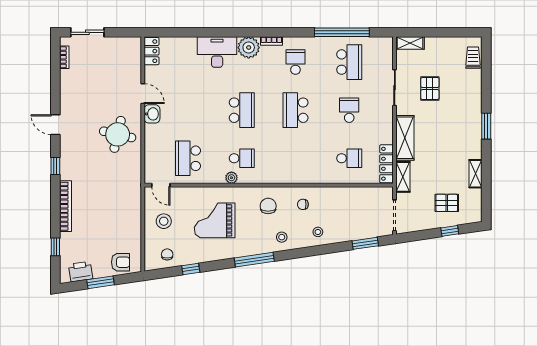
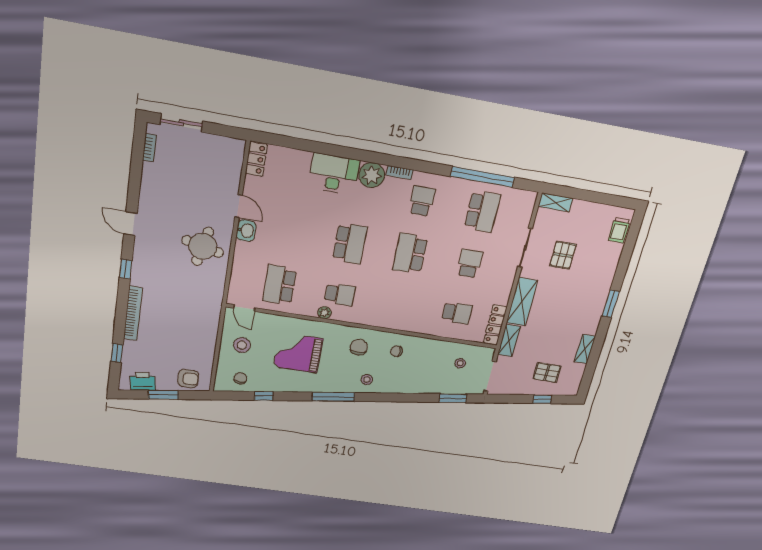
trolley: (473, 58) -> (619, 230), turned 180
stool: (318, 232) -> (460, 363), moved

